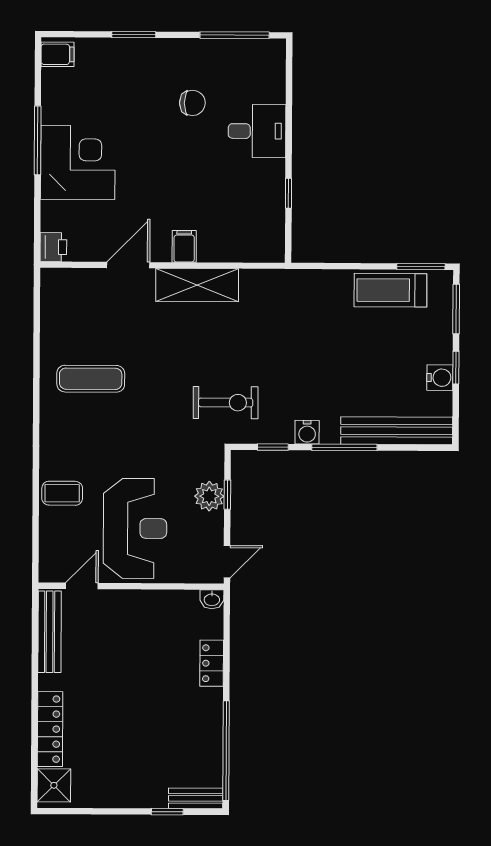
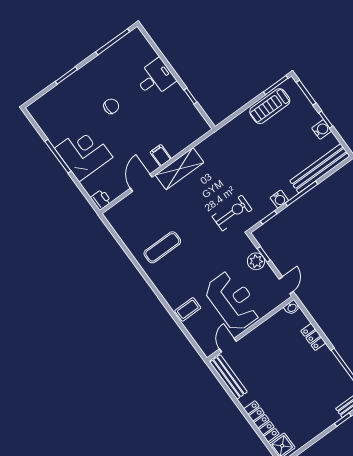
filing cabinet: (58, 54) -> (38, 110), removed
chair: (192, 103) -> (111, 106), moved

